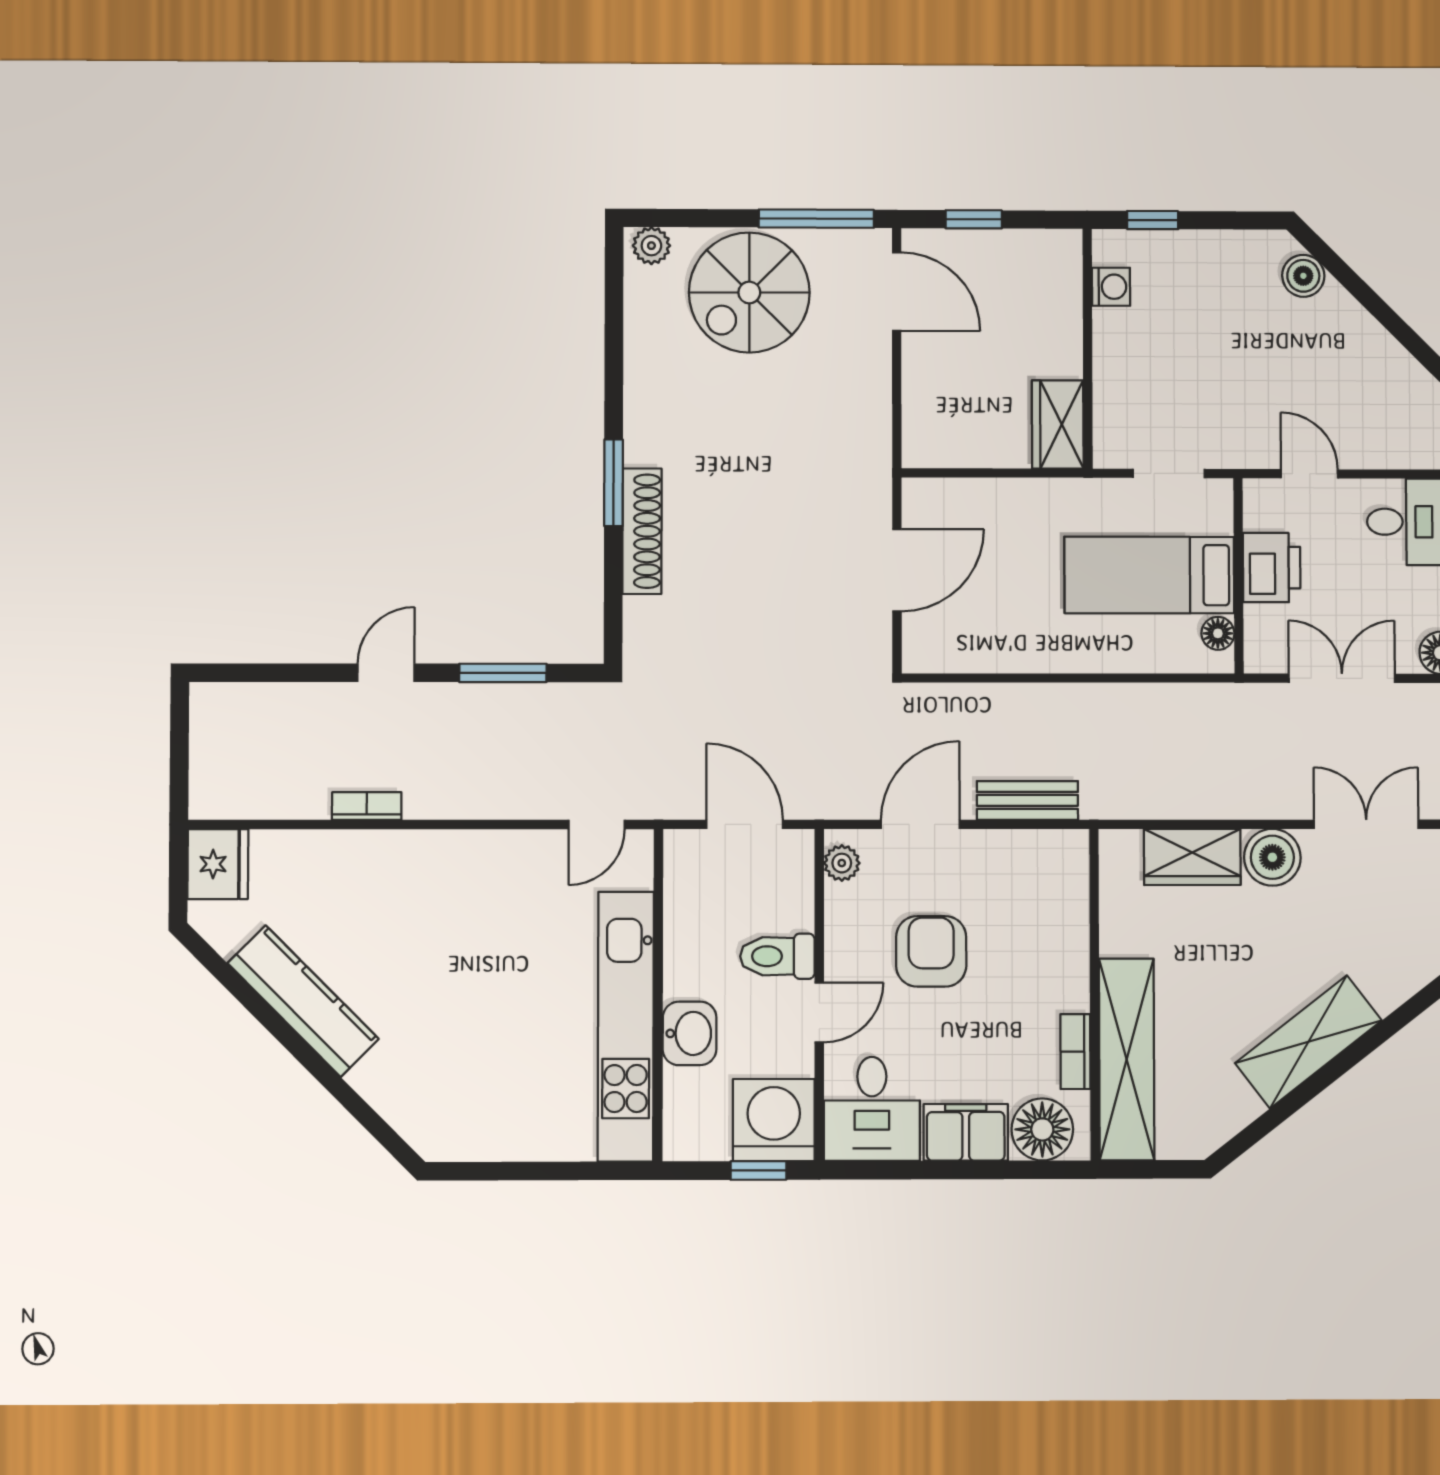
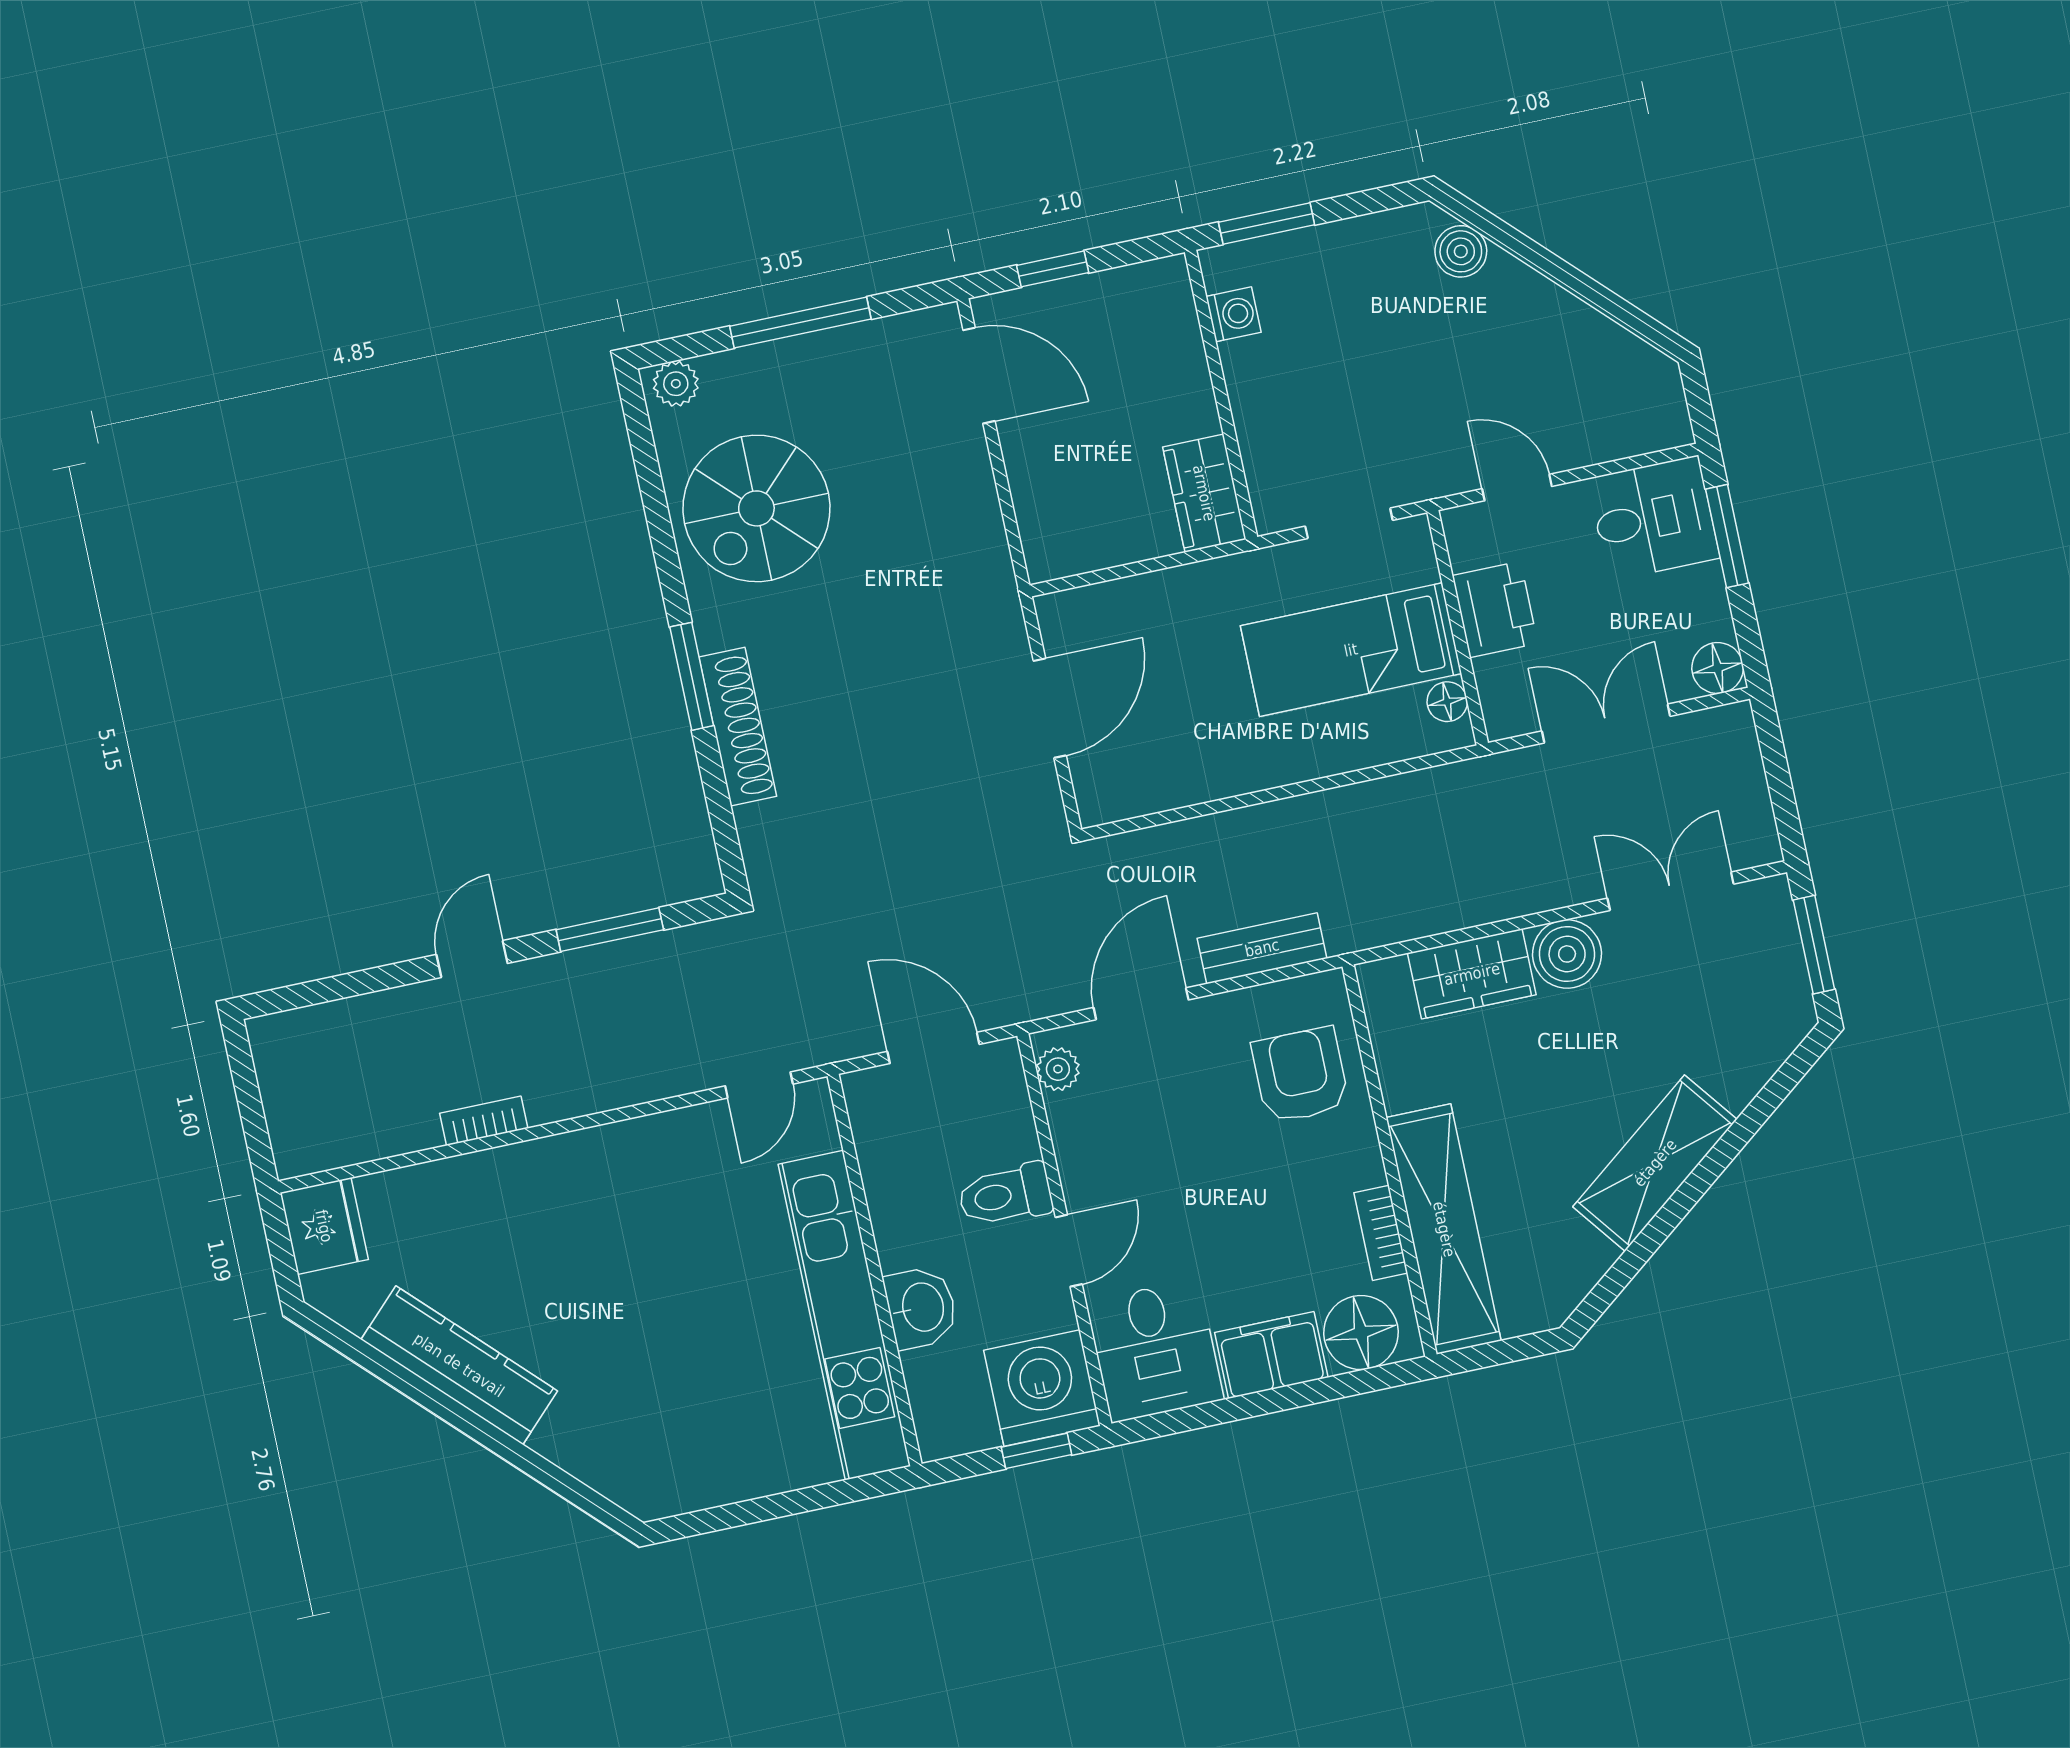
window: (816, 219) -> (800, 323), moved
window: (1153, 220) -> (1267, 223), width x1.50
spiral stairs: (749, 293) -> (756, 508), moved
armchair: (931, 951) -> (1300, 1075), moved

